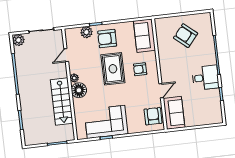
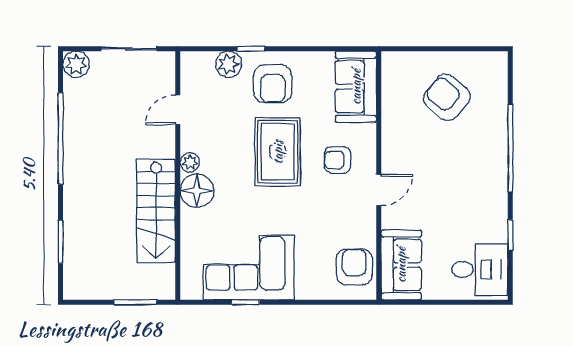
armchair: (107, 39) -> (273, 84), turned -90
desk: (205, 78) -> (480, 269), moved
door: (161, 91) -> (379, 190), moved

